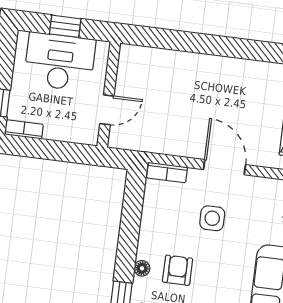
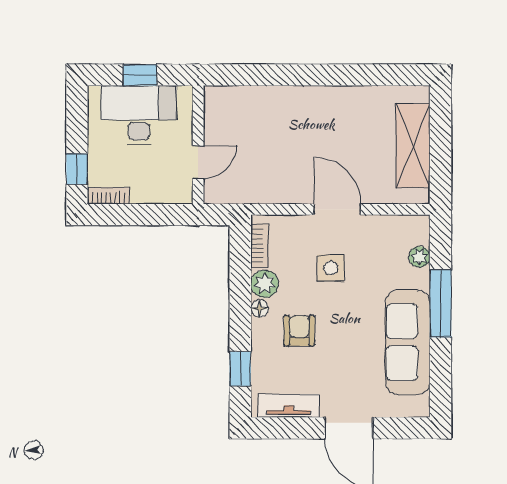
bookcase: (167, 173) -> (260, 246), moved, turned -90
plant: (152, 225) -> (265, 284), added
floor lamp: (142, 268) -> (260, 308), moved

